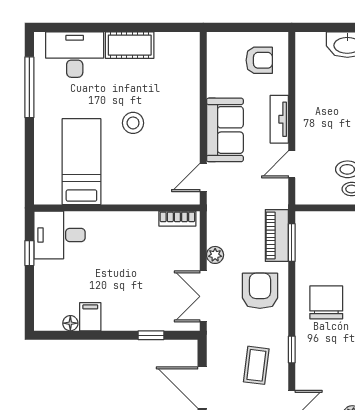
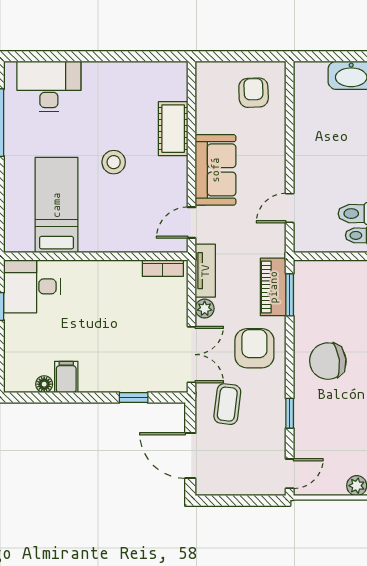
cot: (130, 45) -> (173, 129), moved, turned 90
armchair: (259, 60) -> (254, 93), turned -92
tv unit: (279, 119) -> (205, 271), moved, turned 180
double door: (203, 296) -> (191, 355), swing flipped
chair: (326, 302) -> (328, 361), turned -97
coffee table: (256, 365) -> (227, 404), moved

